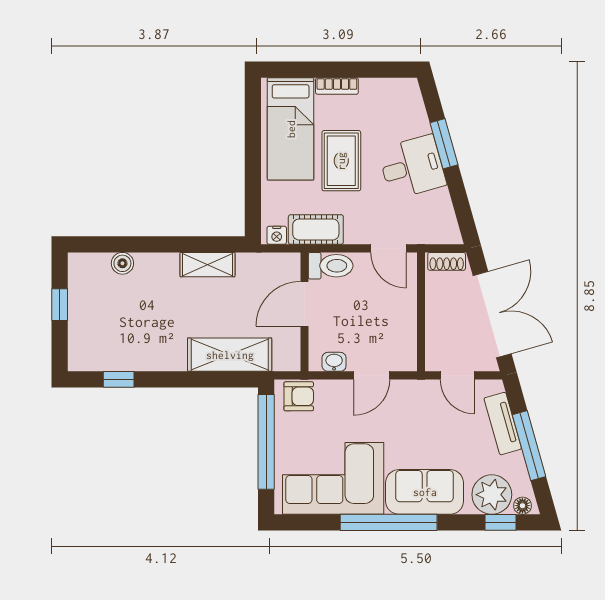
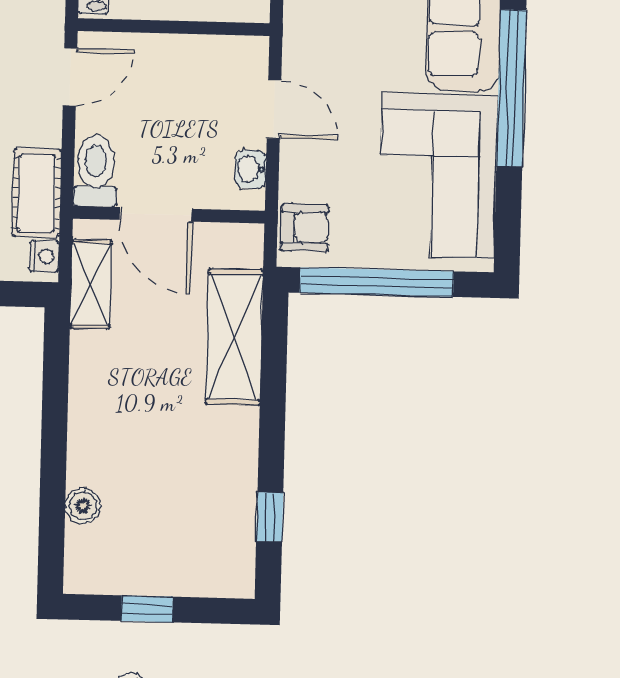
shelving: (207, 265) -> (91, 284), moved
armchair: (299, 396) -> (305, 228), turned 90

